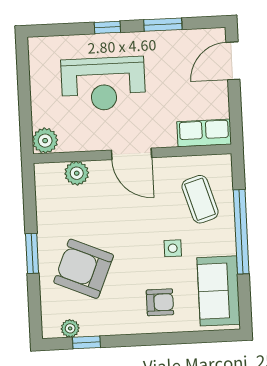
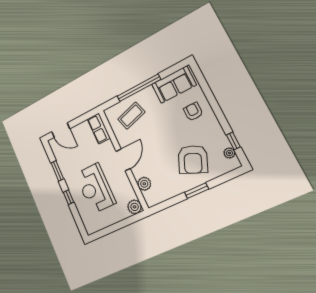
reception desk: (103, 84) -> (95, 188), turned 180
side table: (173, 248) -> (162, 118), removed

